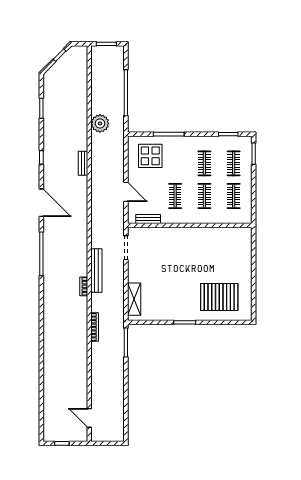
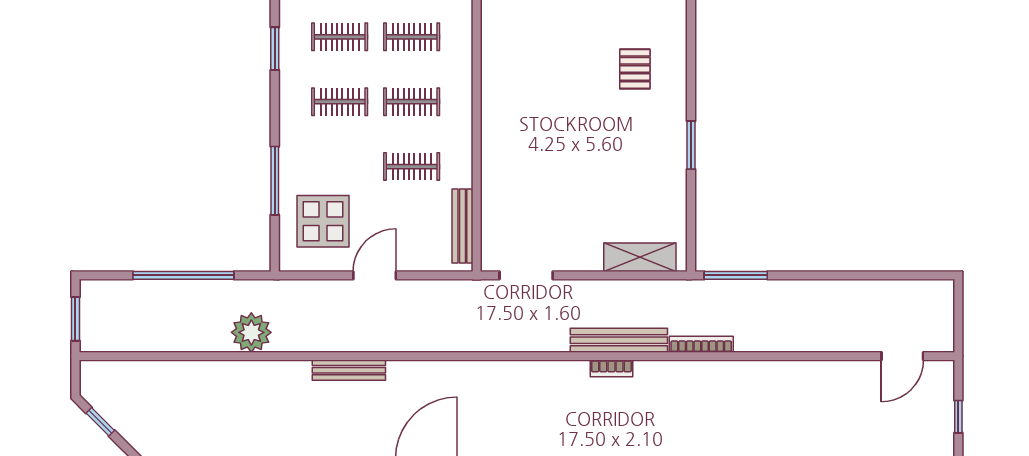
bench: (83, 163) -> (349, 370), width x1.36
door: (126, 192) -> (375, 275), moved
bench: (148, 219) -> (462, 226), width x1.36
bench: (96, 271) -> (619, 340), moved
pallet: (219, 297) -> (635, 69), width x0.49, depth x0.50

